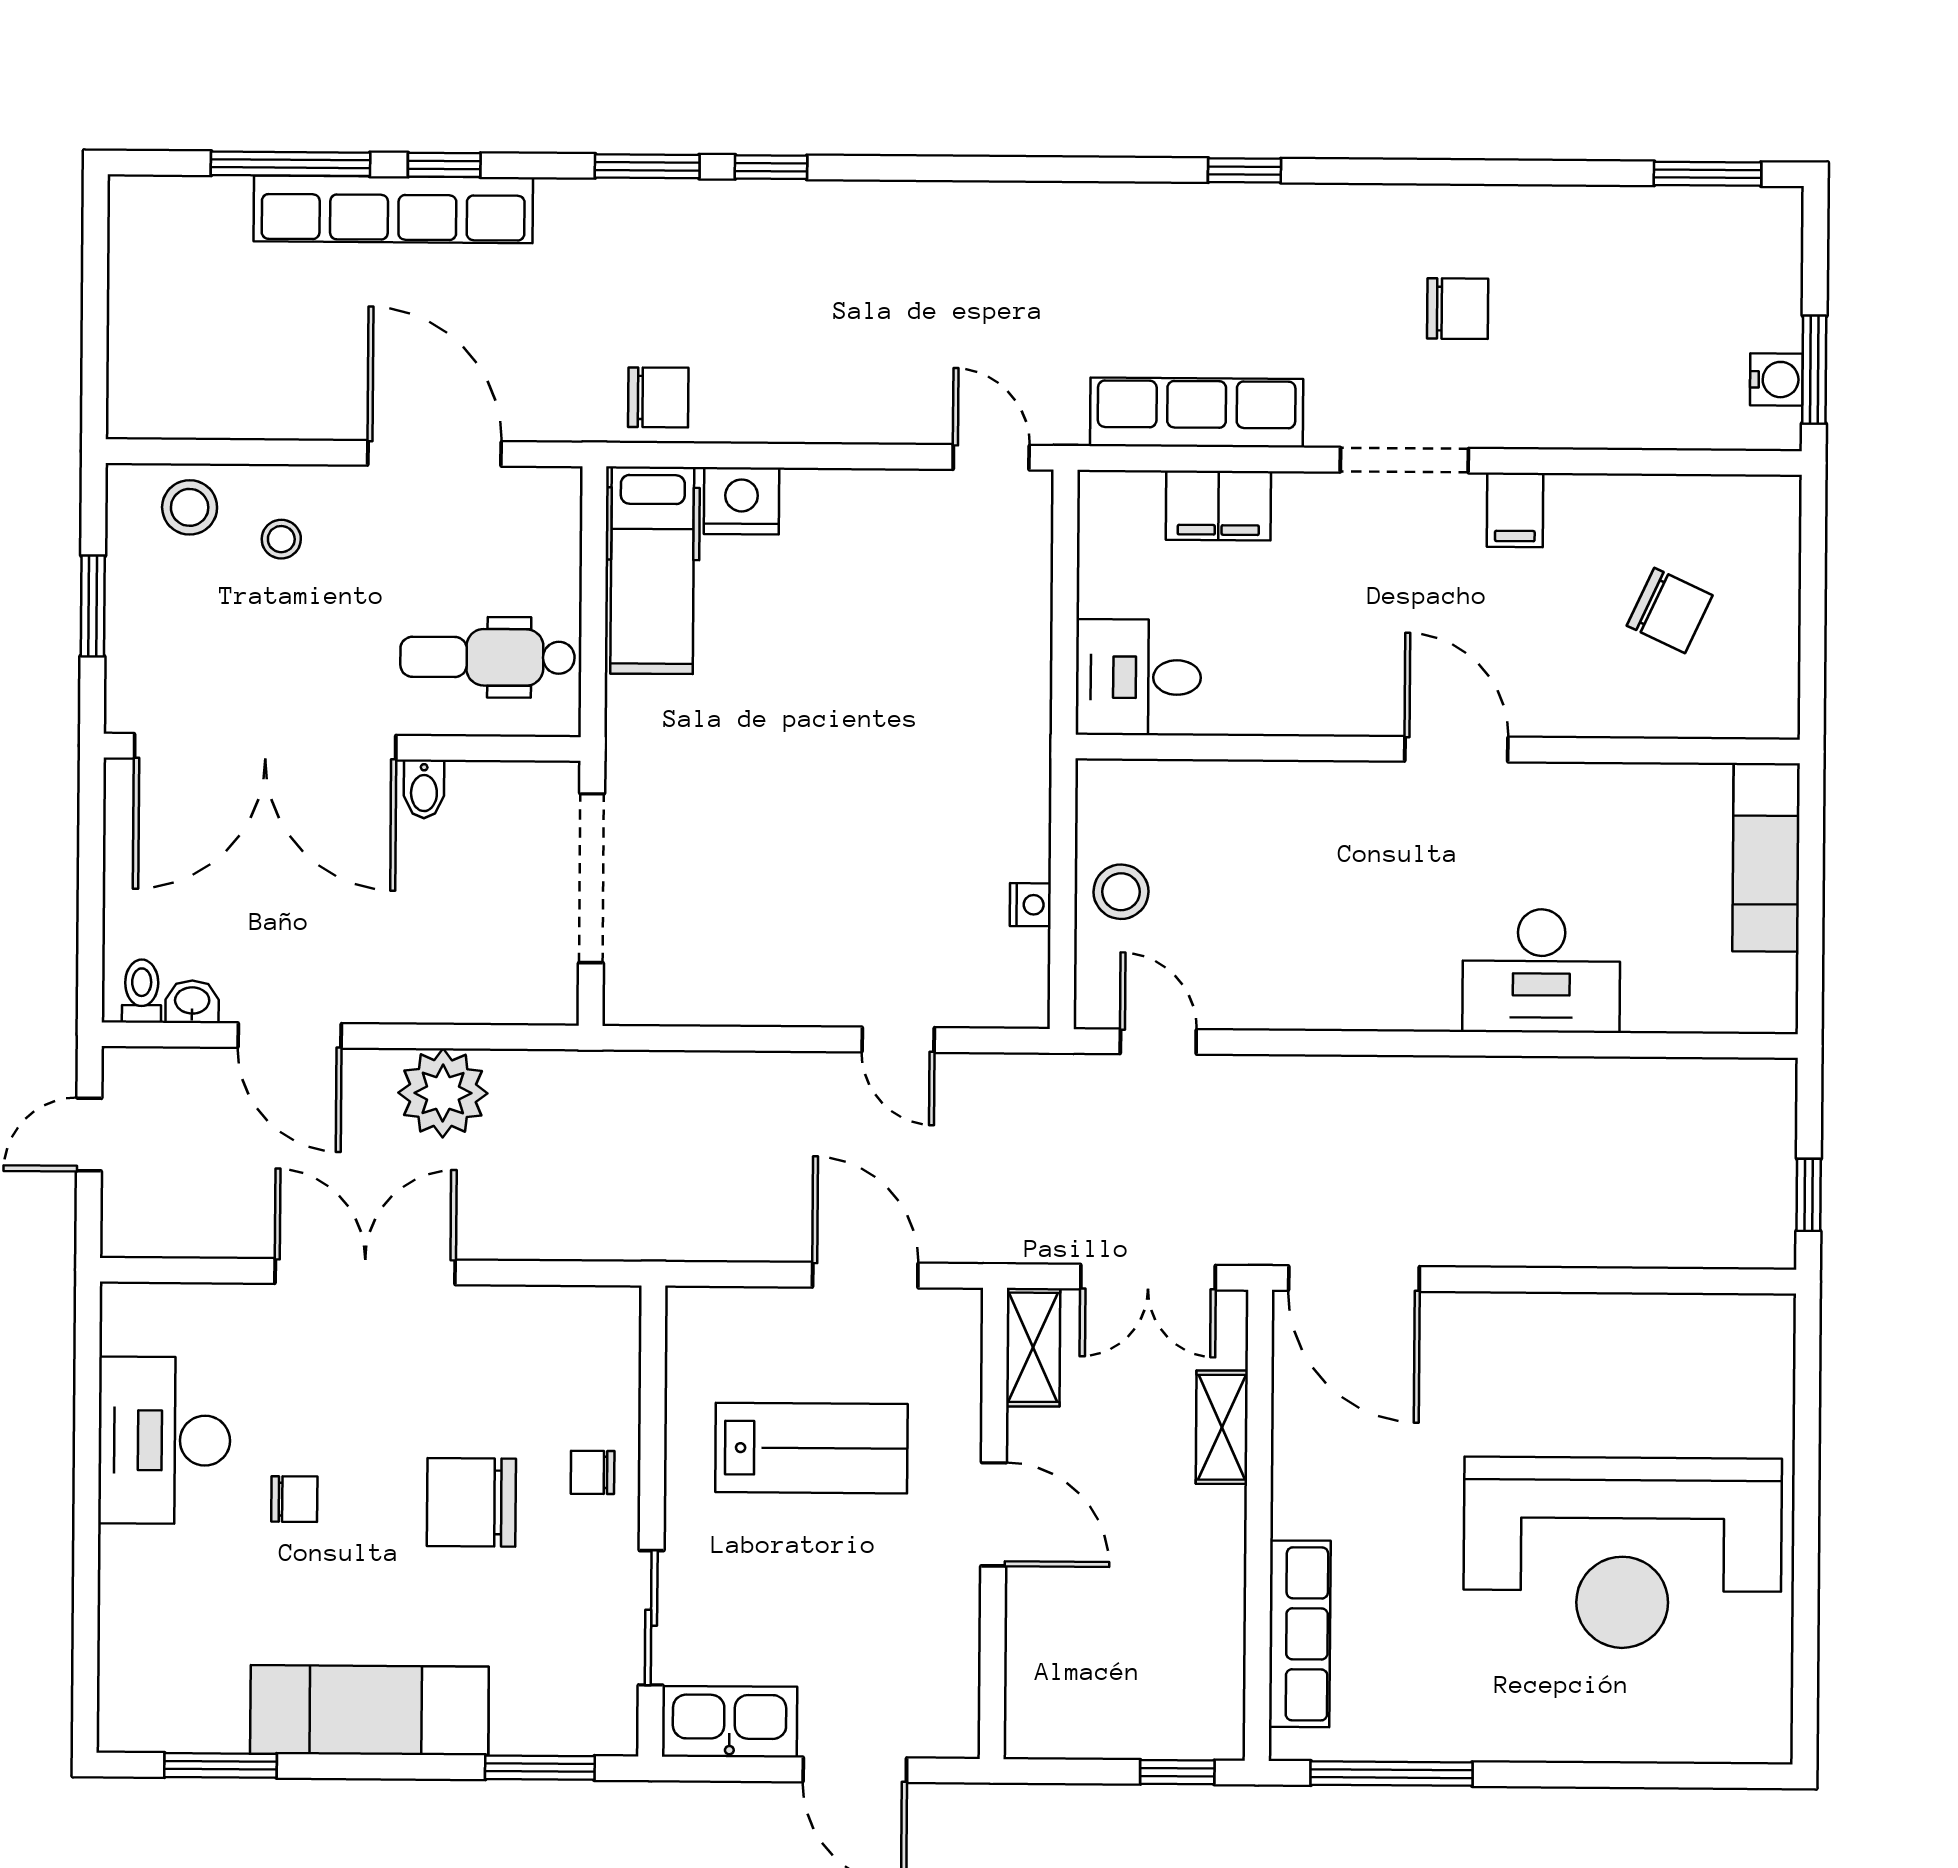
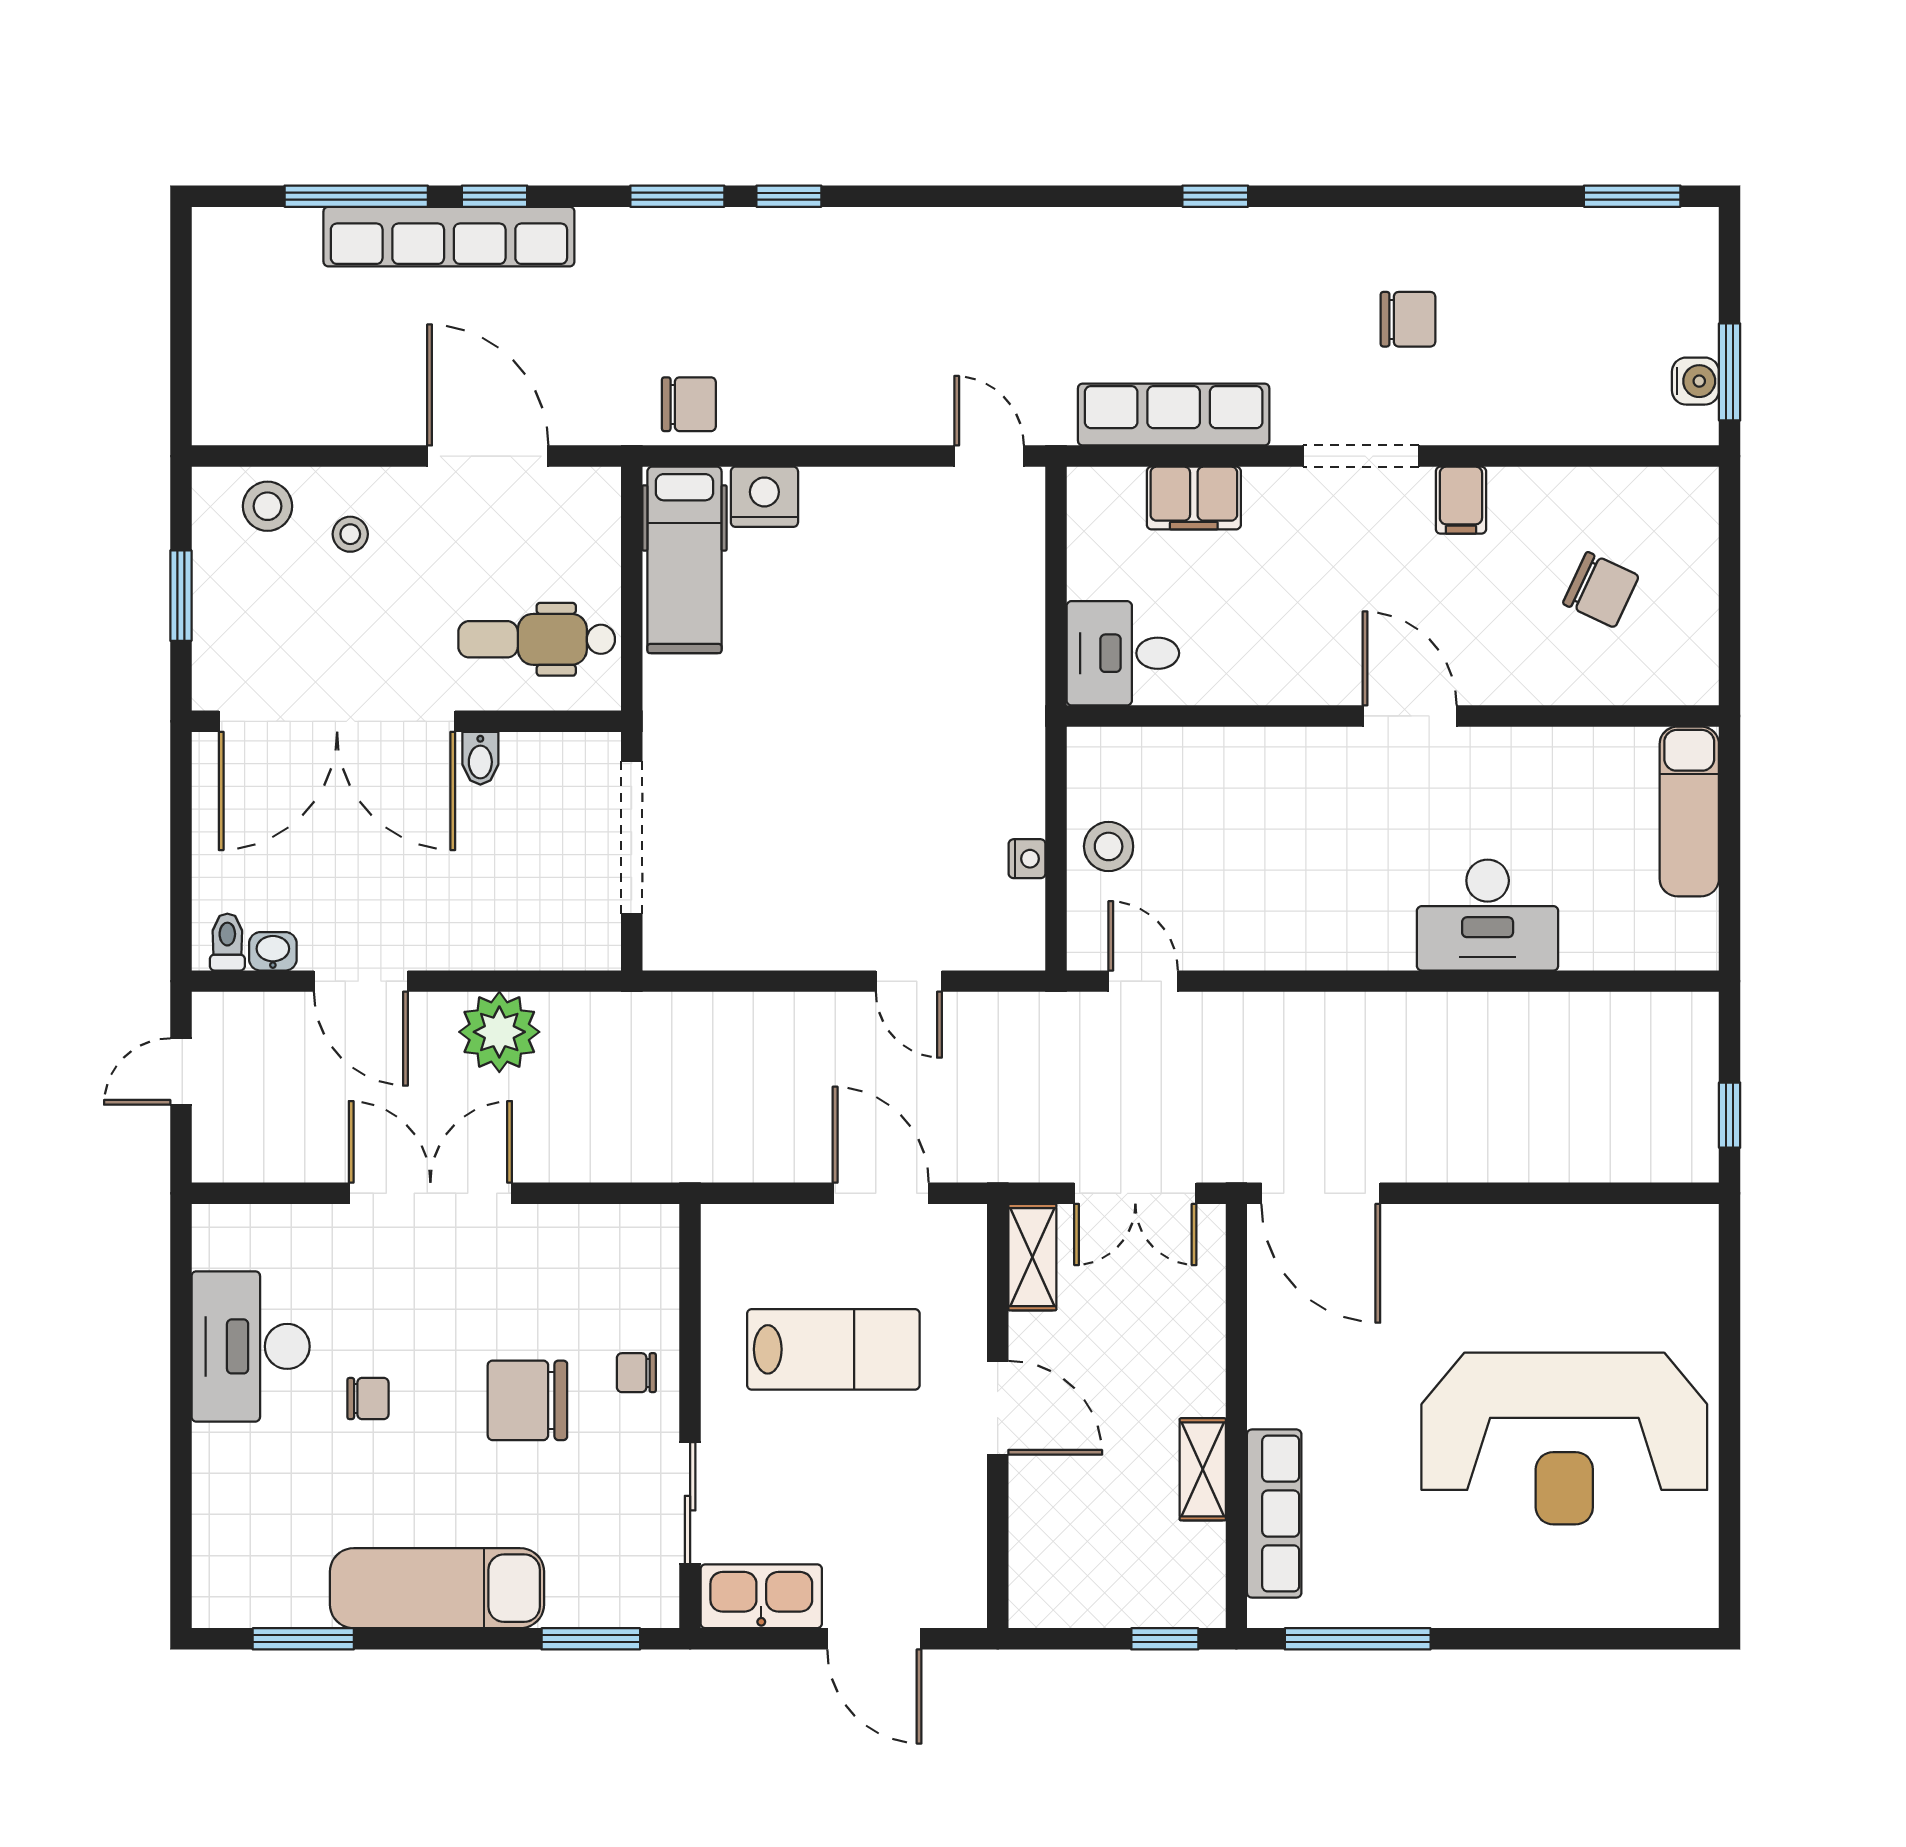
shelving: (1222, 1427) -> (1203, 1469), moved

